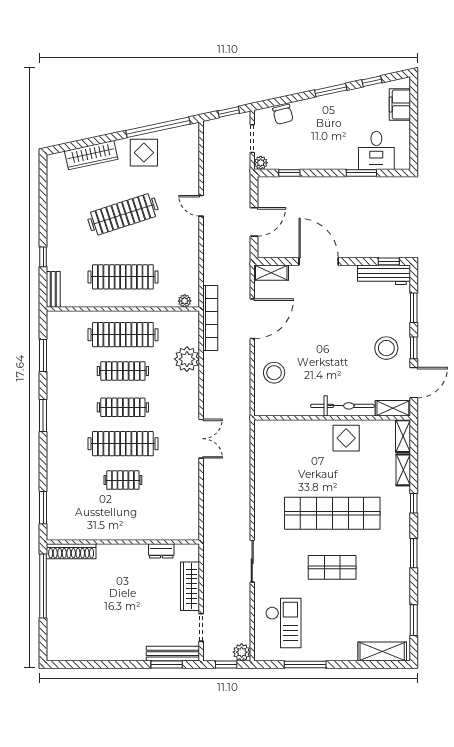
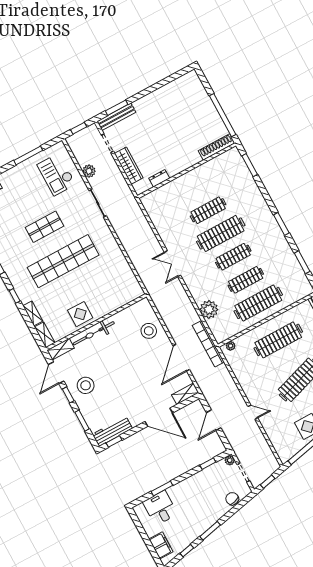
clothes rail: (123, 480) -> (208, 210), width x1.36
plant: (242, 652) -> (89, 171), moved

